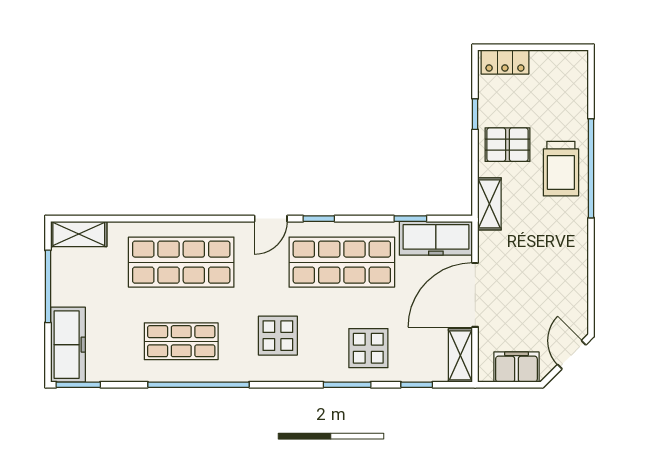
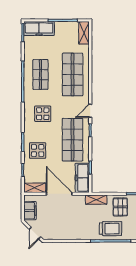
trolley: (561, 169) -> (110, 229), turned 180
door: (271, 219) -> (90, 111), hinge flipped
door: (572, 355) -> (35, 233), swing flipped

